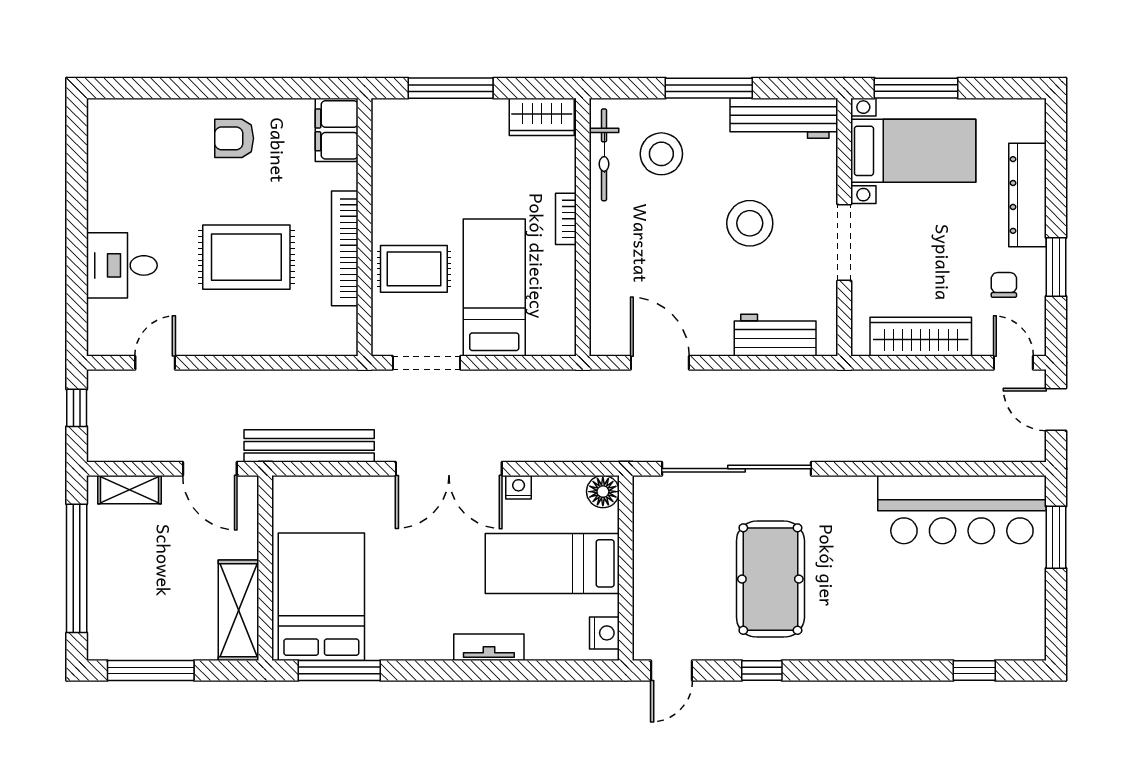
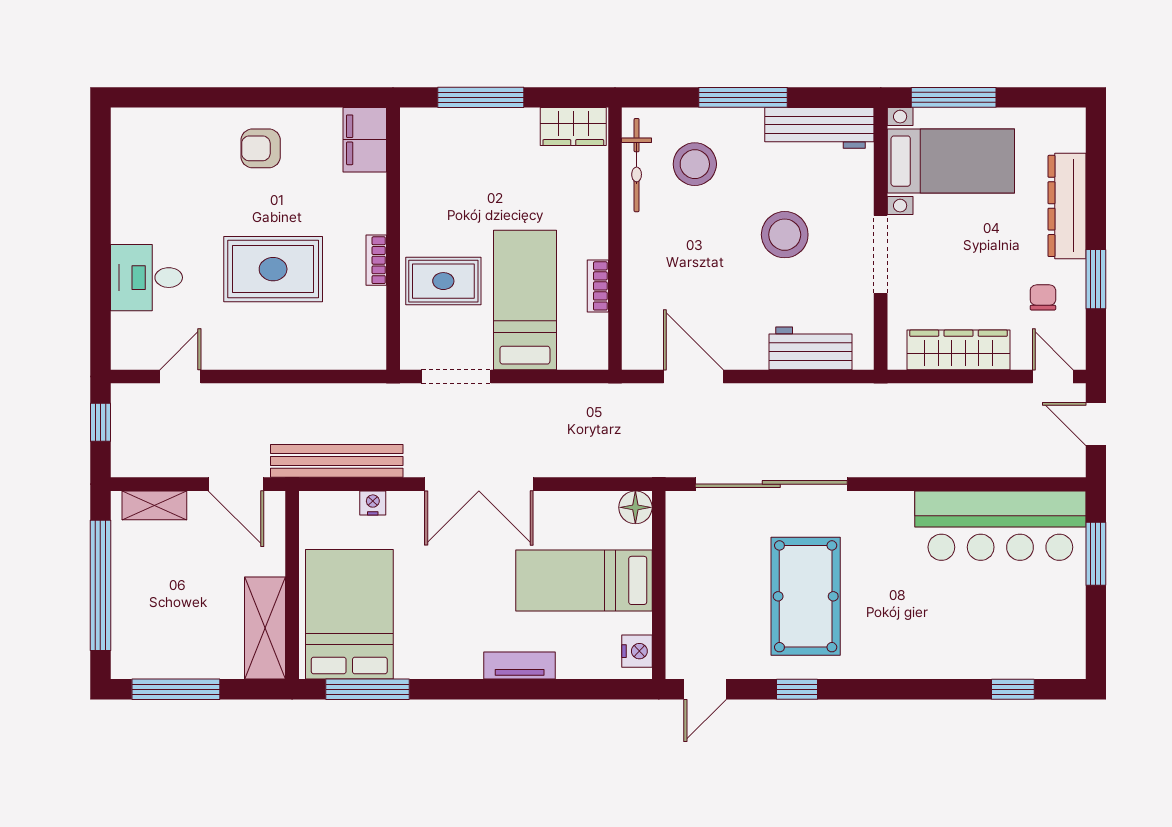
bookcase: (566, 219) -> (598, 286), moved
bookcase: (345, 248) -> (376, 260), width x0.43, depth x0.76
nightstand: (519, 487) -> (373, 503), moved

